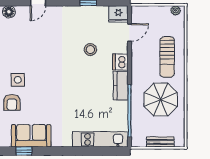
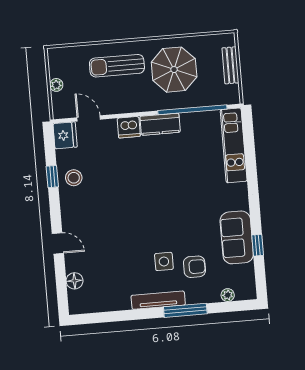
plant: (176, 10) -> (56, 85), moved
stool: (90, 49) -> (74, 178), moved
sun lounger: (167, 57) -> (117, 66), turned 180

